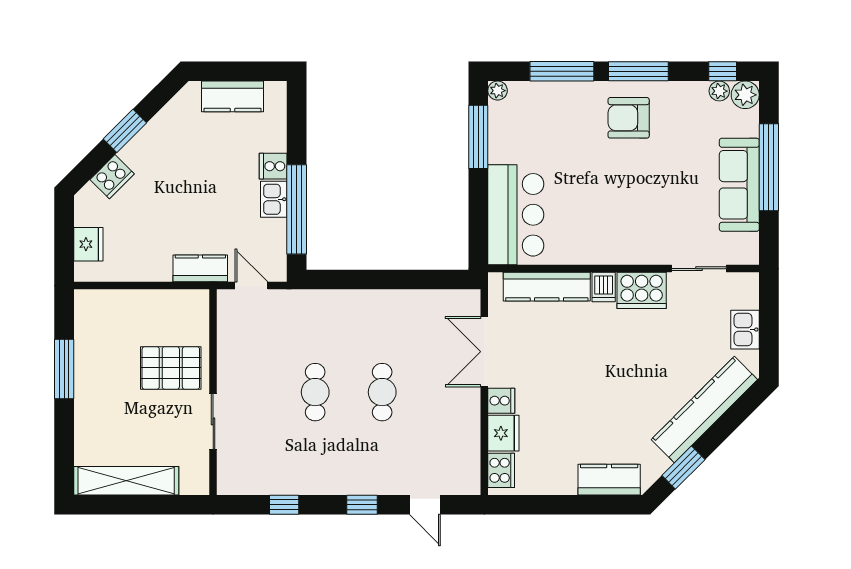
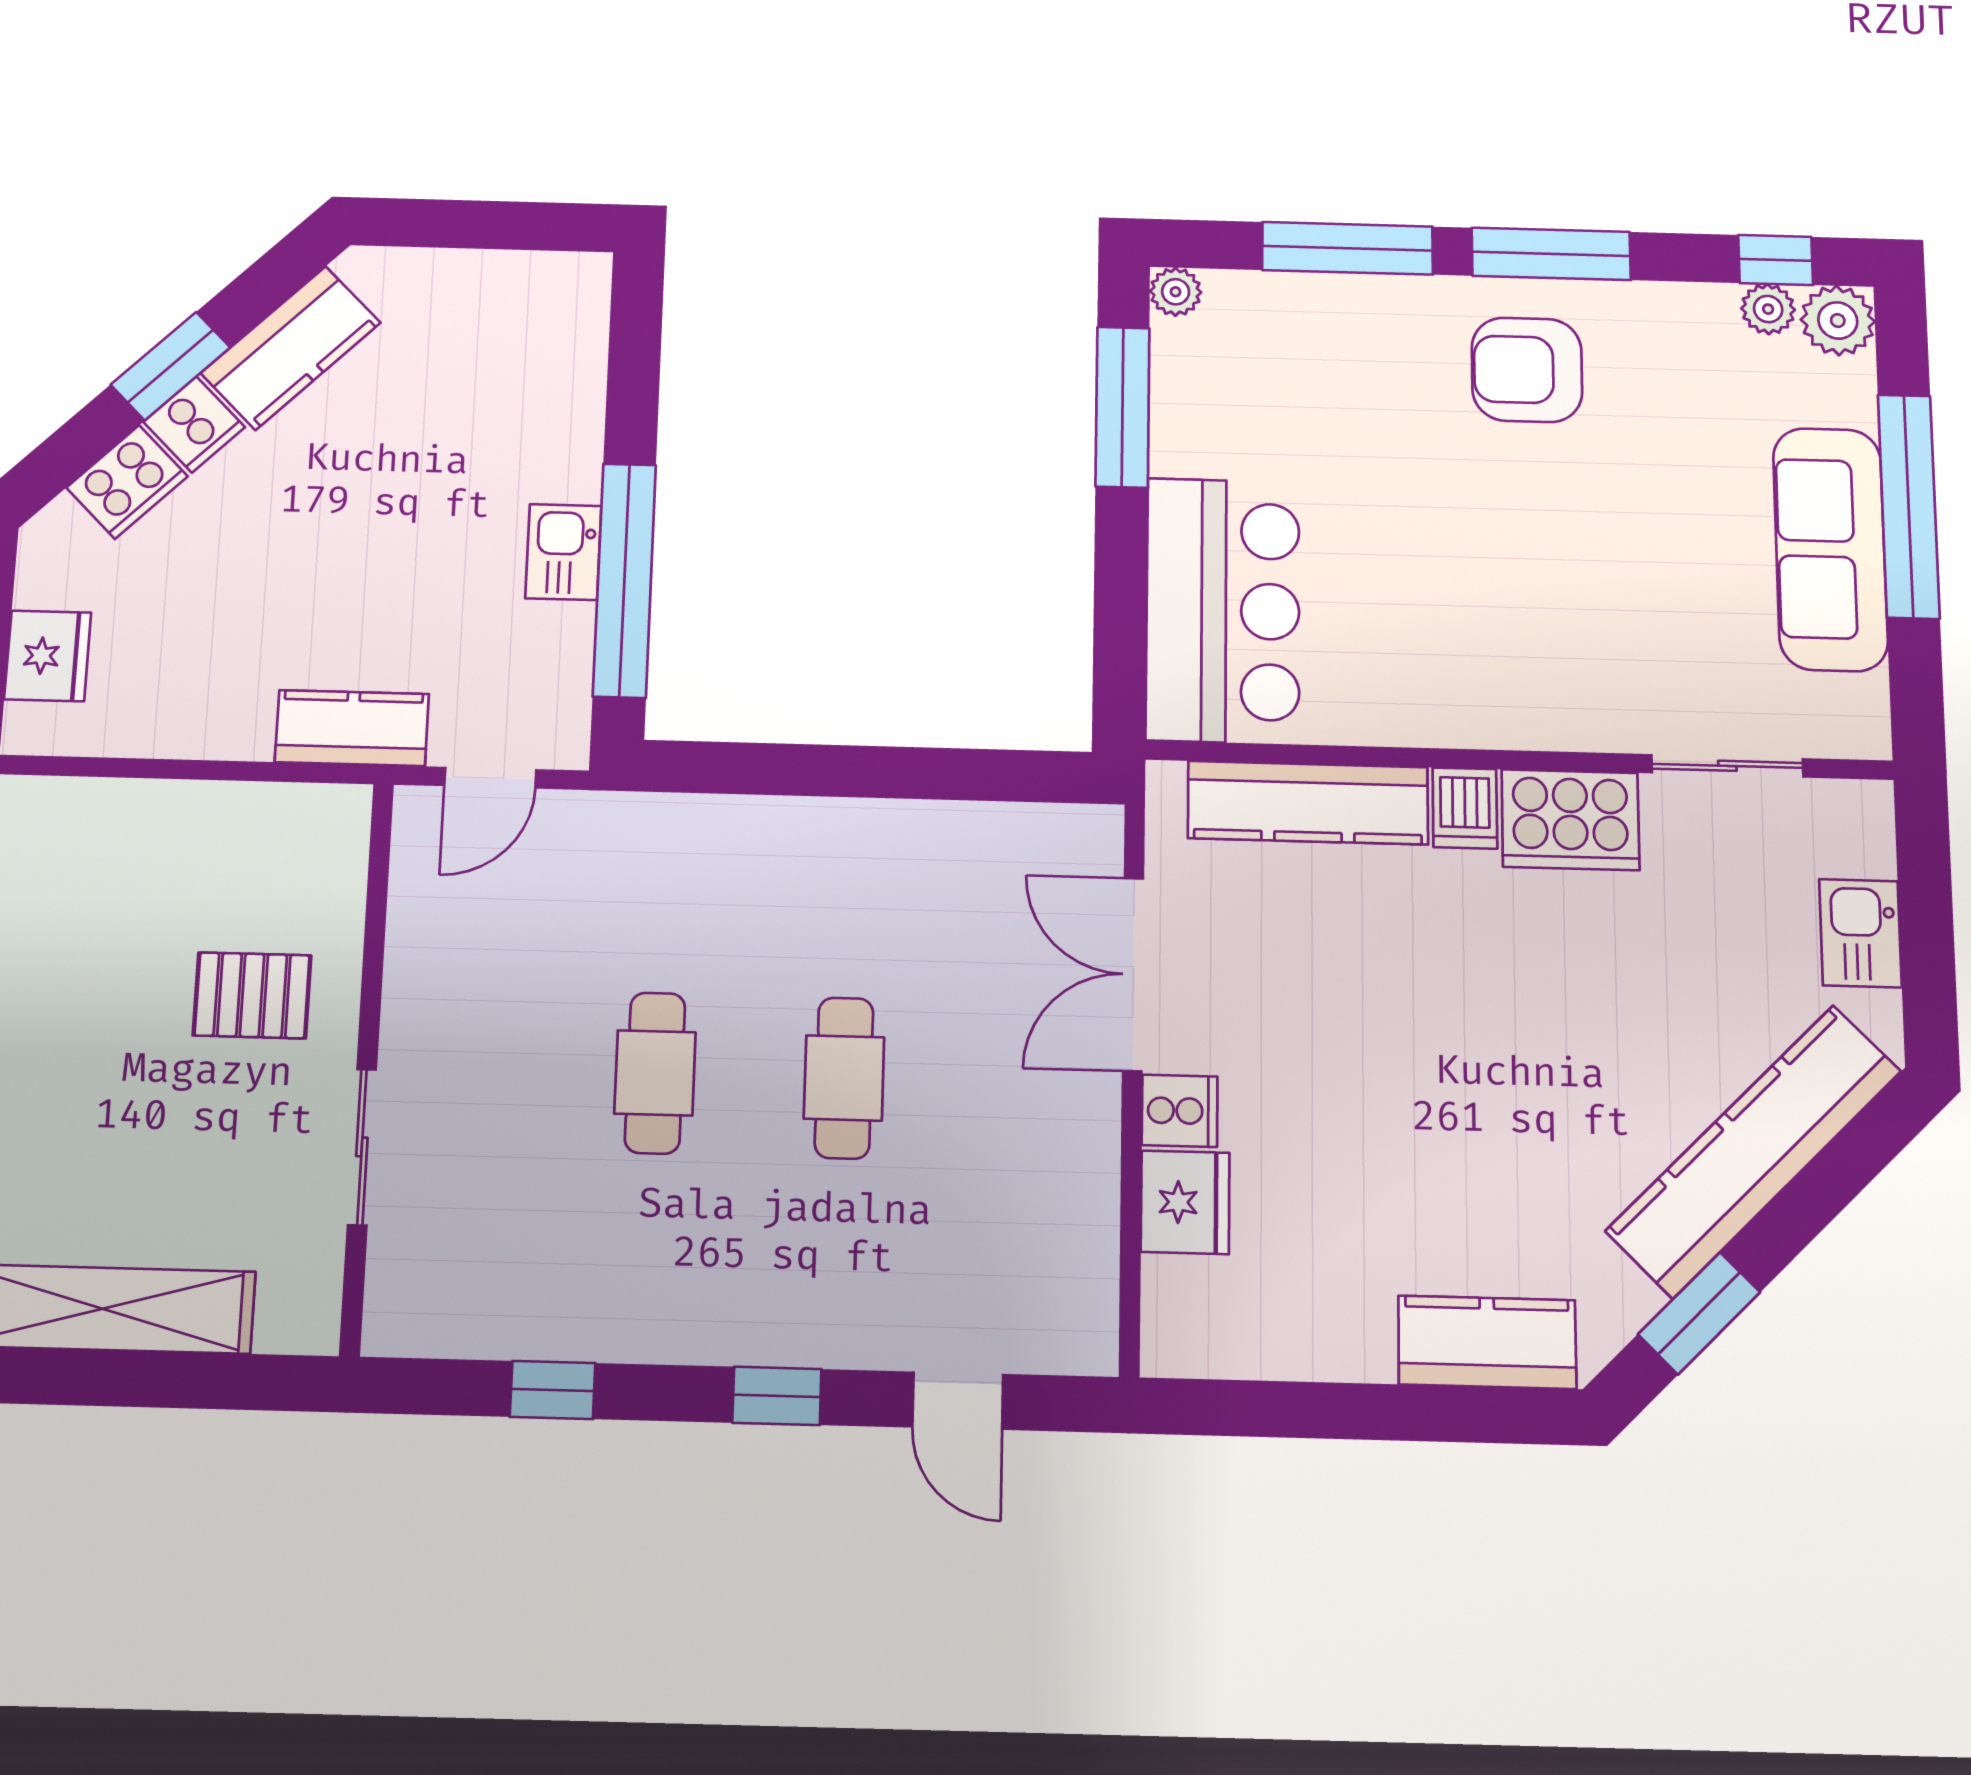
kitchen counter: (232, 96) -> (291, 348), moved, turned -45
cooker: (273, 166) -> (194, 425), moved, turned -135
door: (251, 286) -> (490, 778), swing flipped
pallet: (171, 368) -> (252, 995), width x0.67, depth x0.71
cooker: (501, 470) -> (1178, 1307), removed

